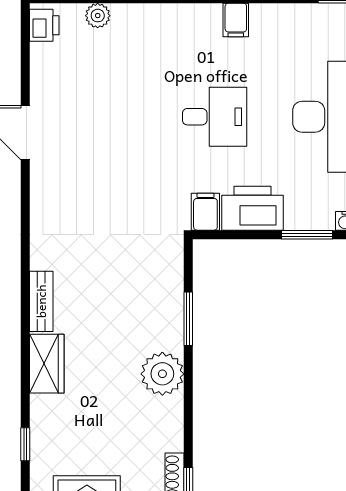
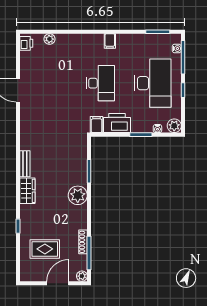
desk: (215, 117) -> (100, 83), width x1.37

